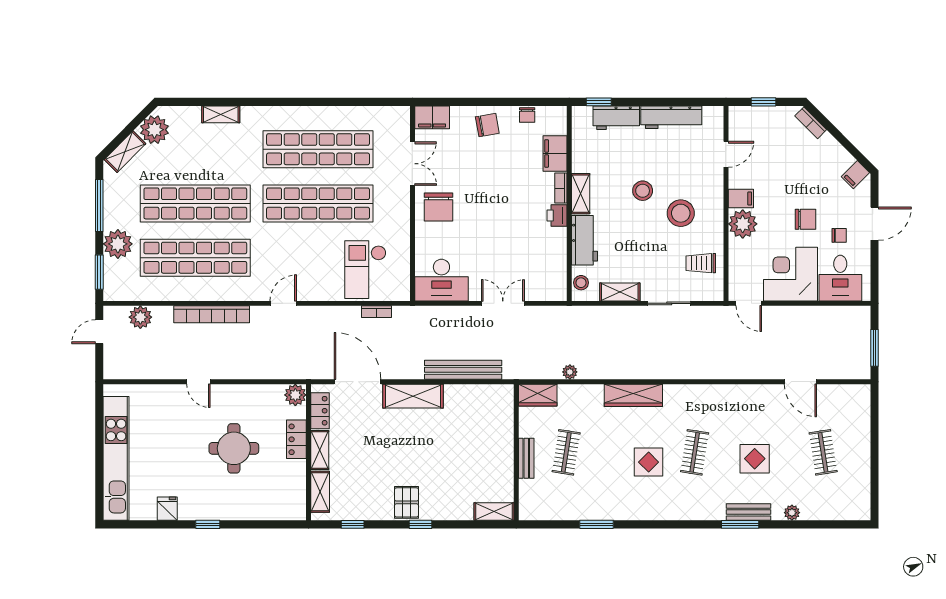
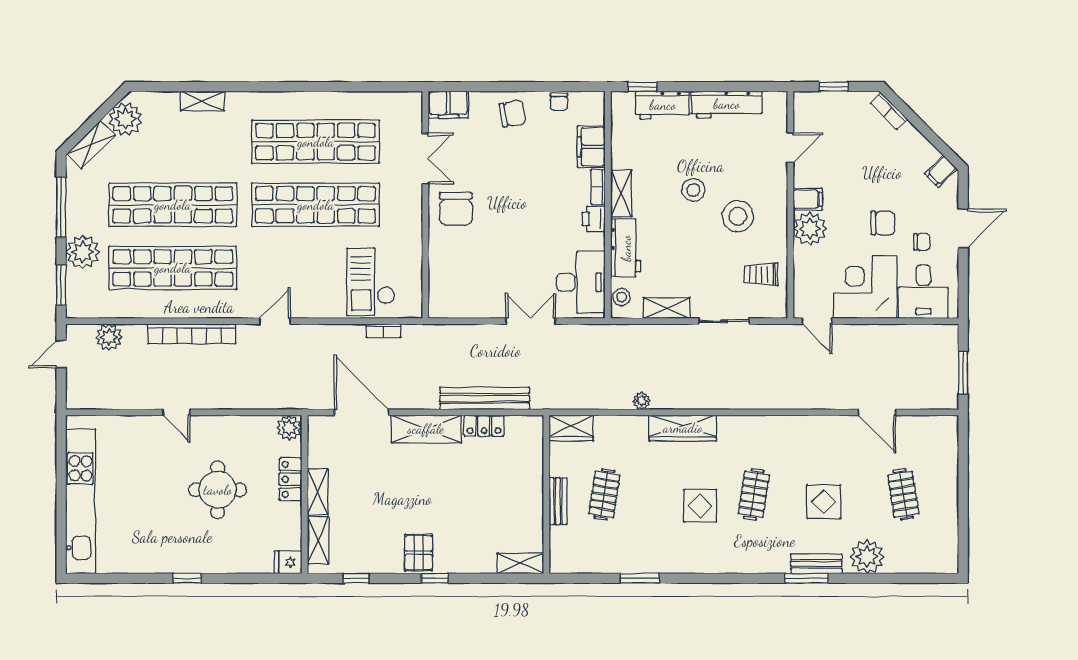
desk: (441, 280) -> (581, 282), moved, turned -90
plant: (570, 372) -> (642, 401), moved
locker: (320, 411) -> (484, 426), moved, turned 90
fridge: (167, 509) -> (288, 562), moved, turned -90
plant: (792, 513) -> (867, 557), width x1.87, depth x1.87

